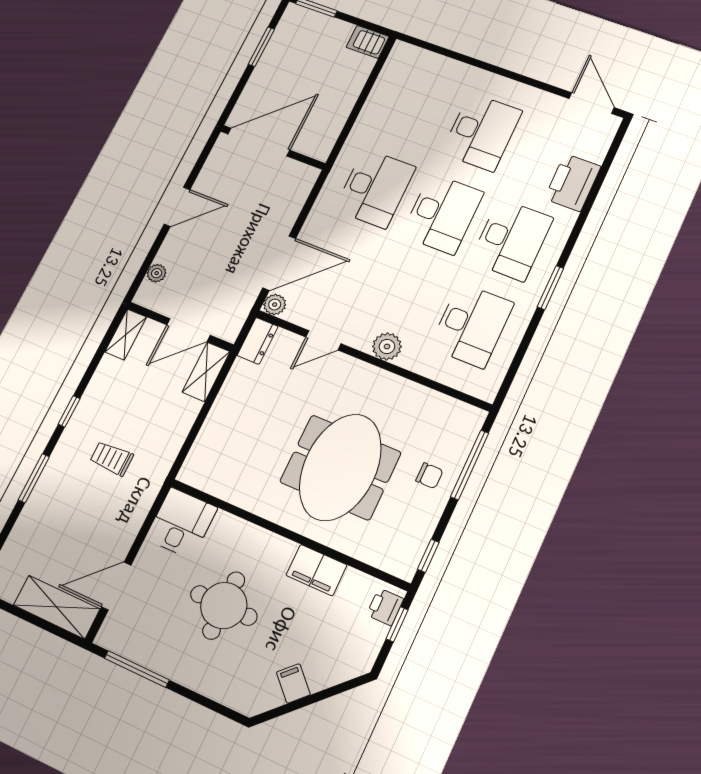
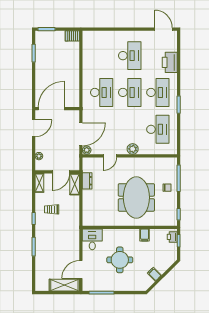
door: (259, 142) -> (51, 109), moved
wall: (273, 147) -> (57, 109), moved
dresser: (258, 341) -> (87, 181), moved
trolley: (112, 458) -> (52, 209), moved
filing cabinet: (316, 570) -> (145, 235), width x0.50

